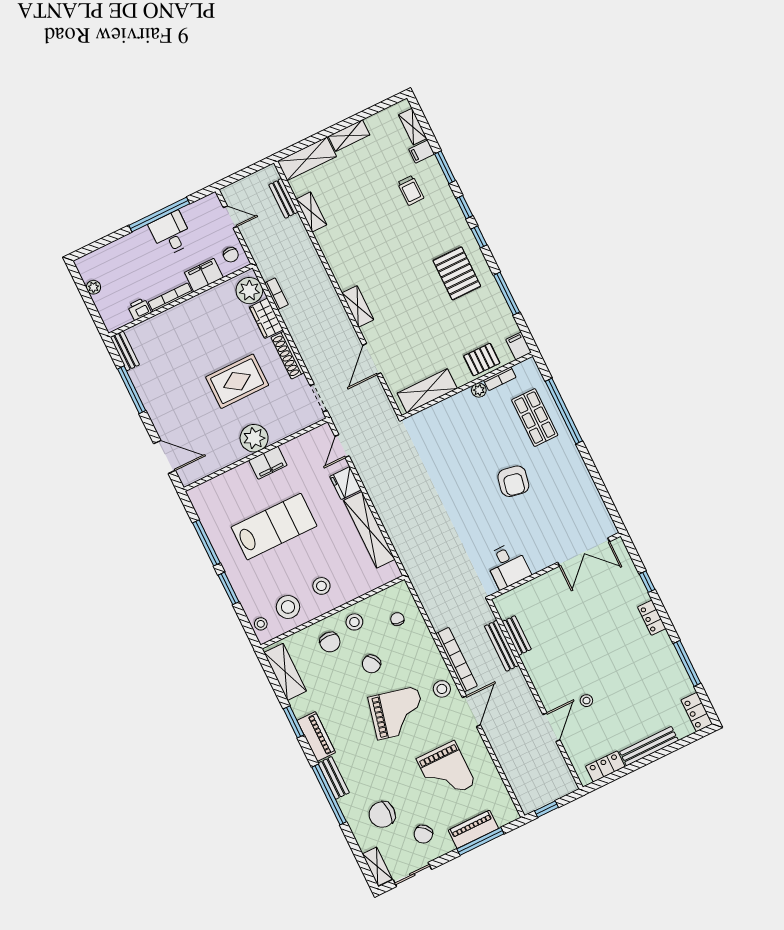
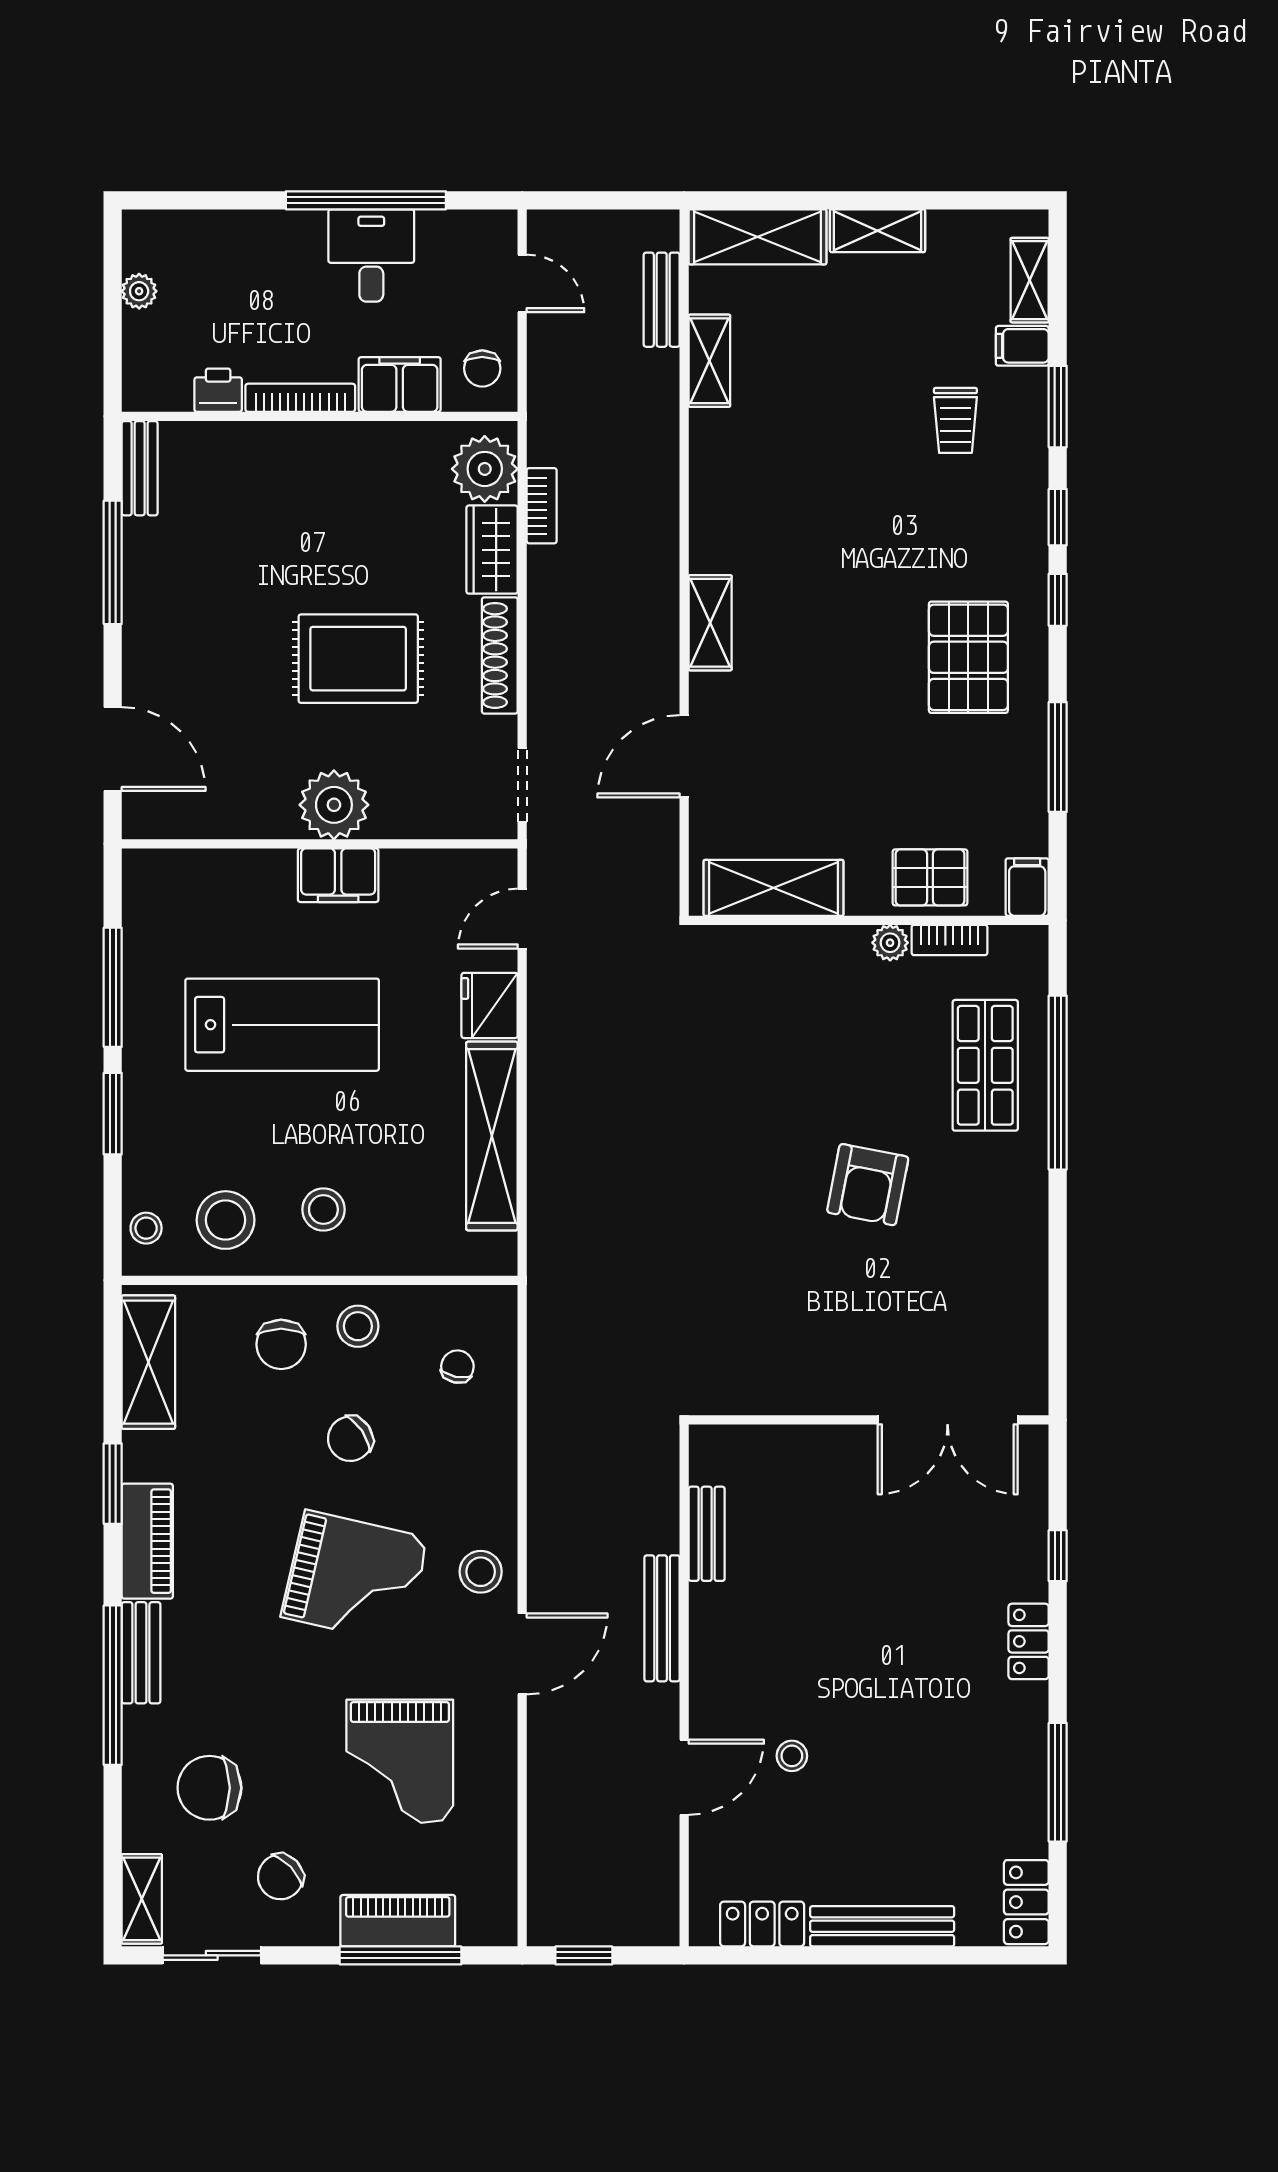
desk: (507, 566) -> (762, 1367), removed
bench: (502, 646) -> (662, 1618), moved
bookcase: (456, 660) -> (545, 1522), removed

